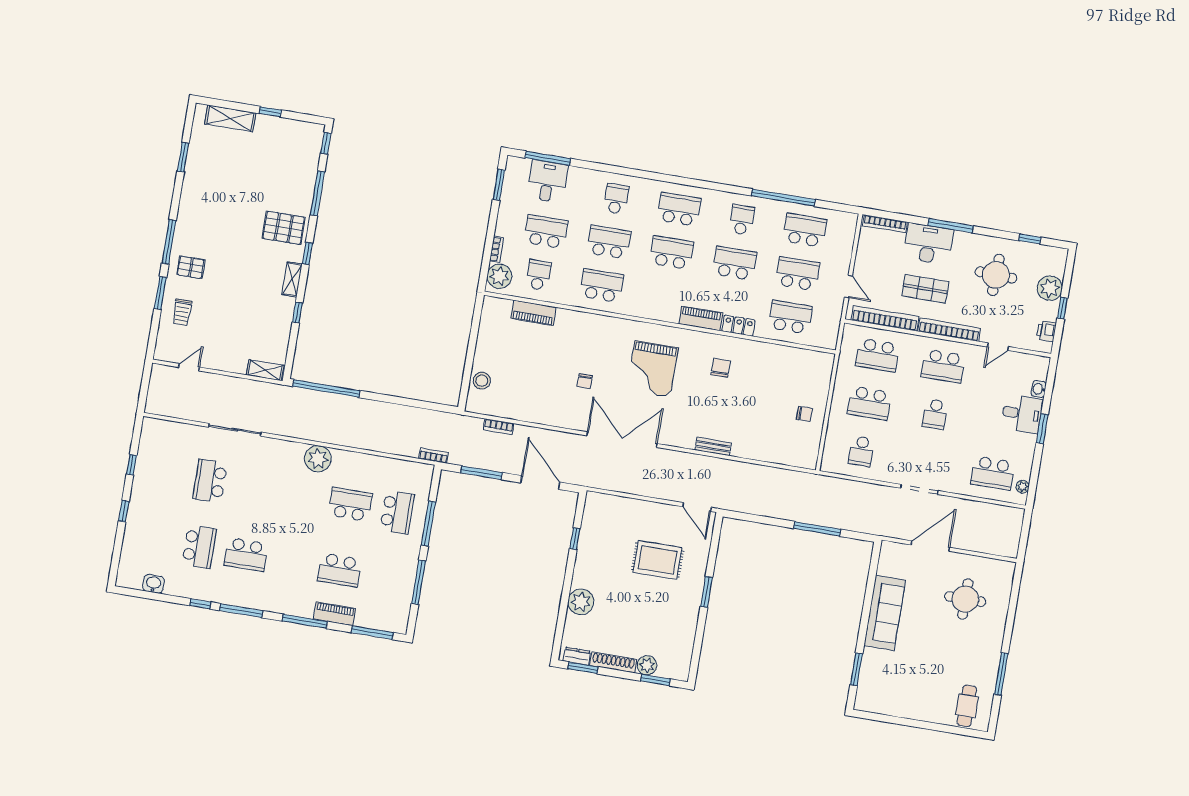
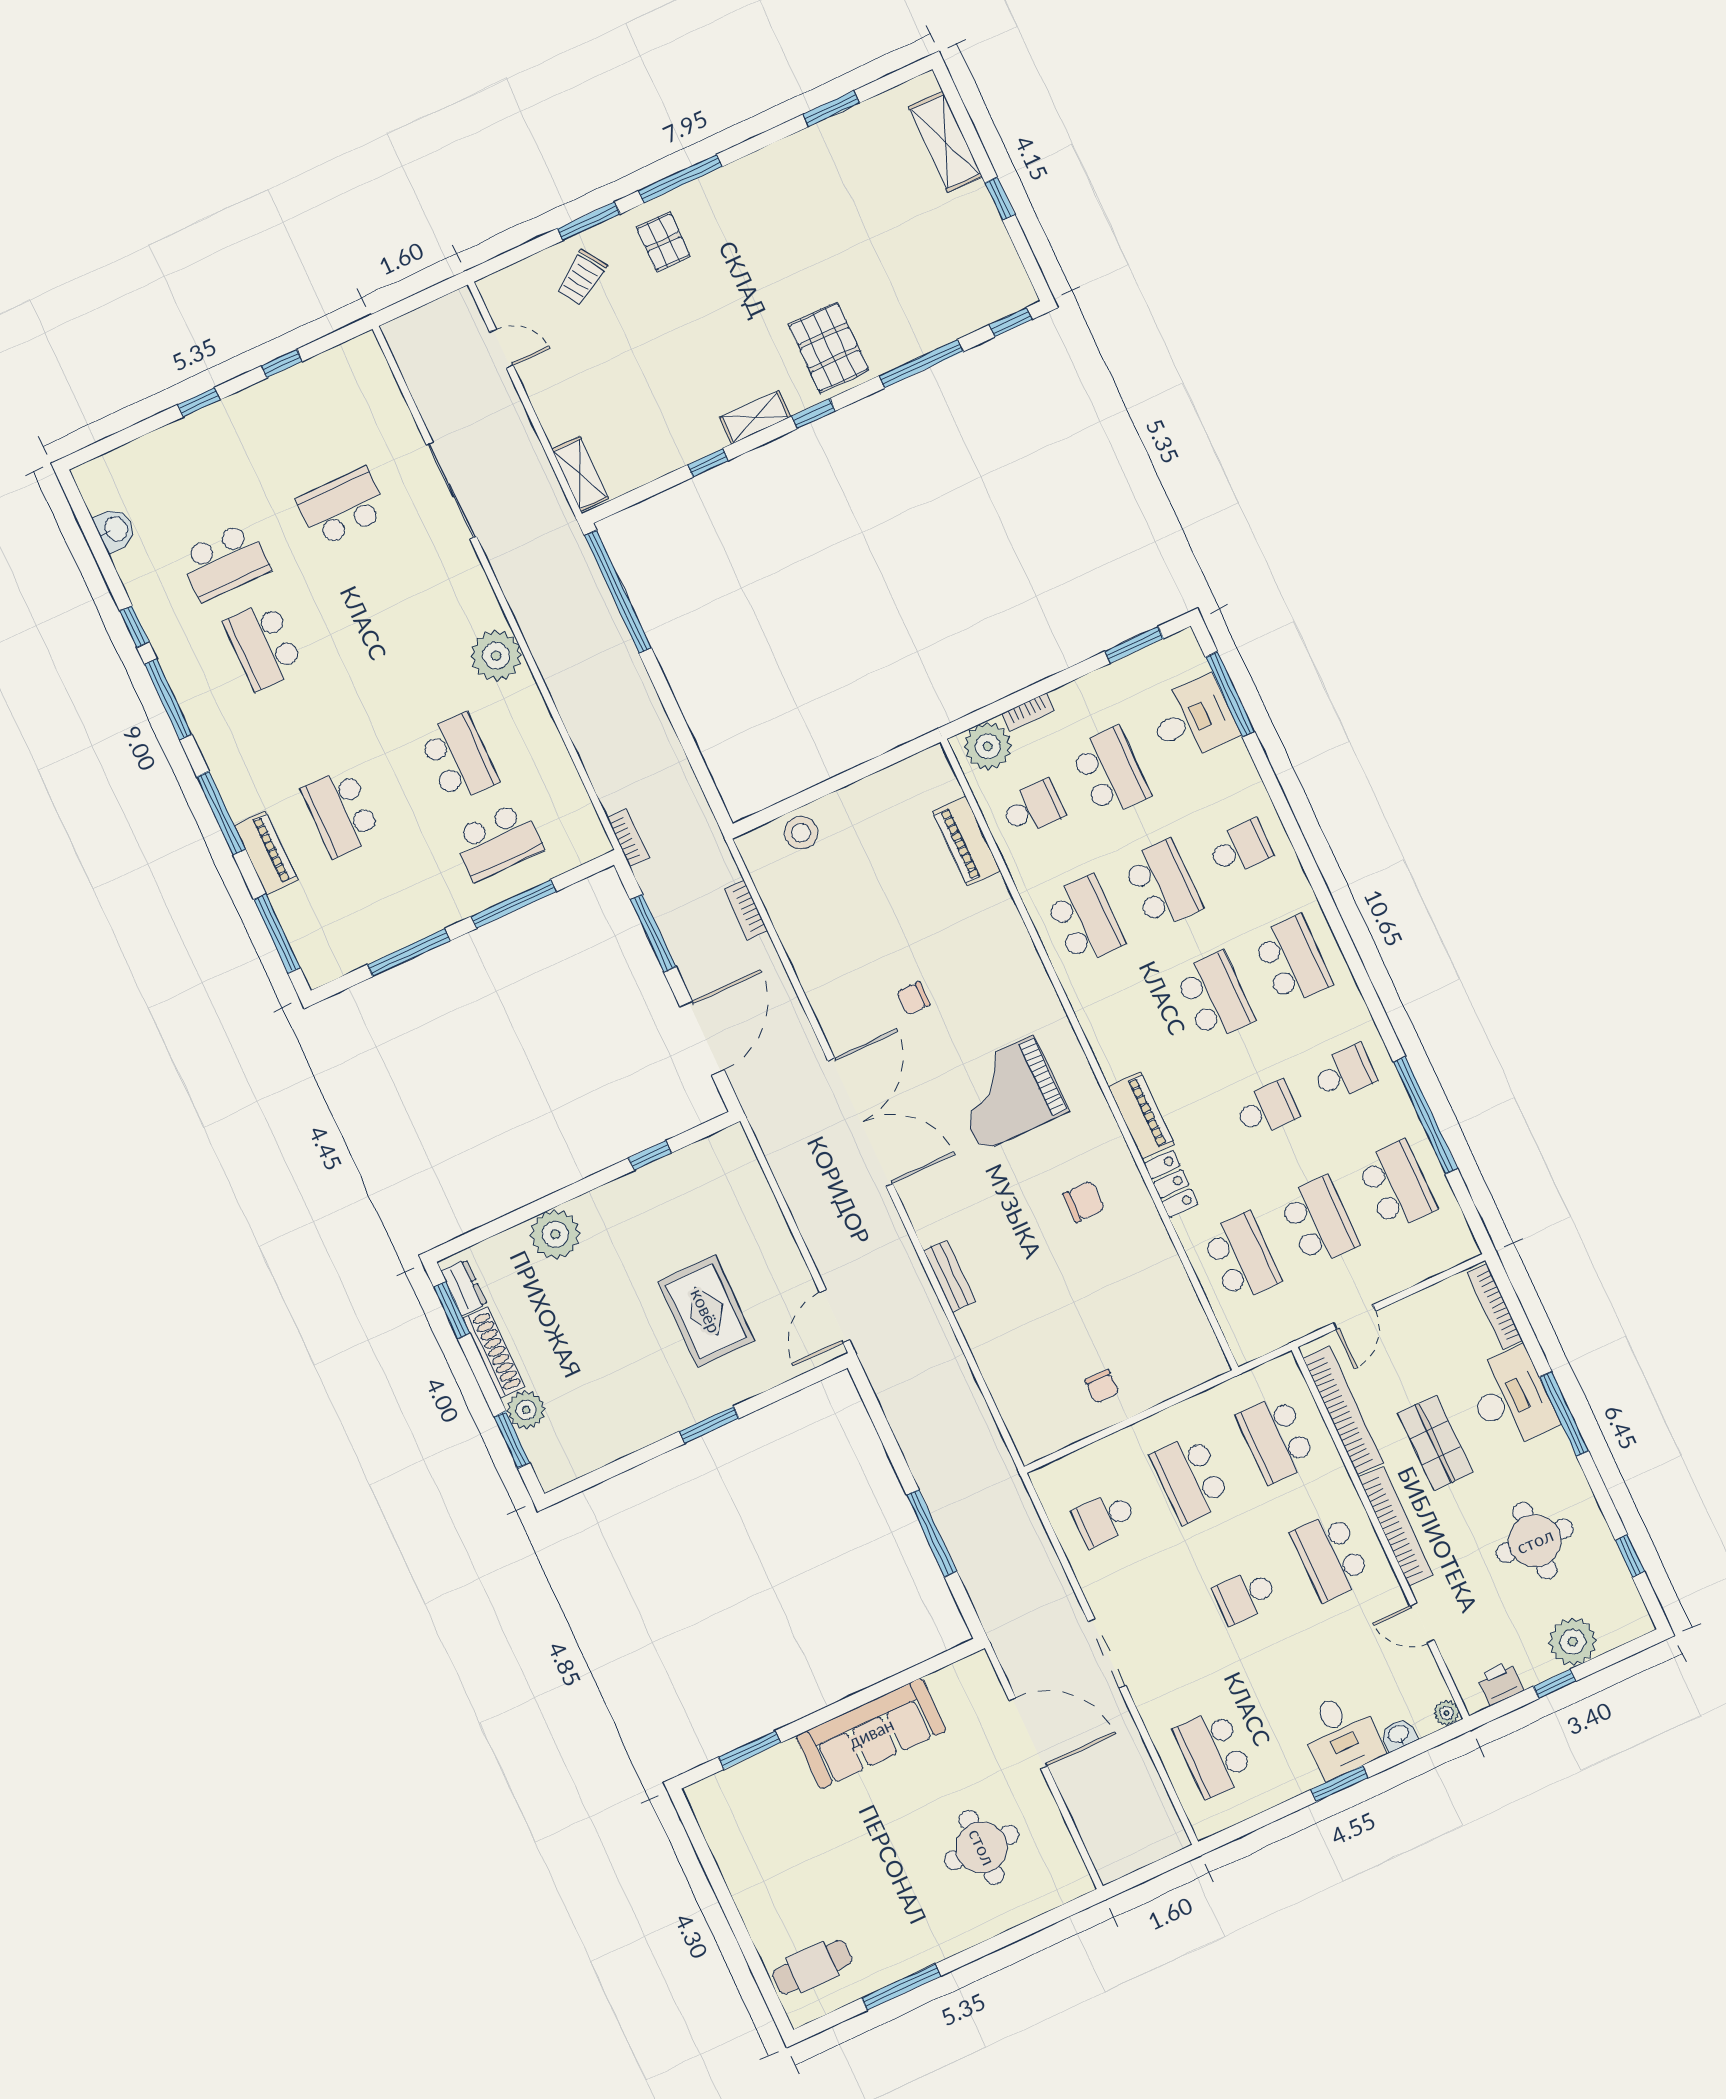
school desk: (735, 263) -> (1267, 1109), width x0.54
trolley: (182, 312) -> (582, 277), turned -33
plant: (1023, 487) -> (1447, 1713), moved

